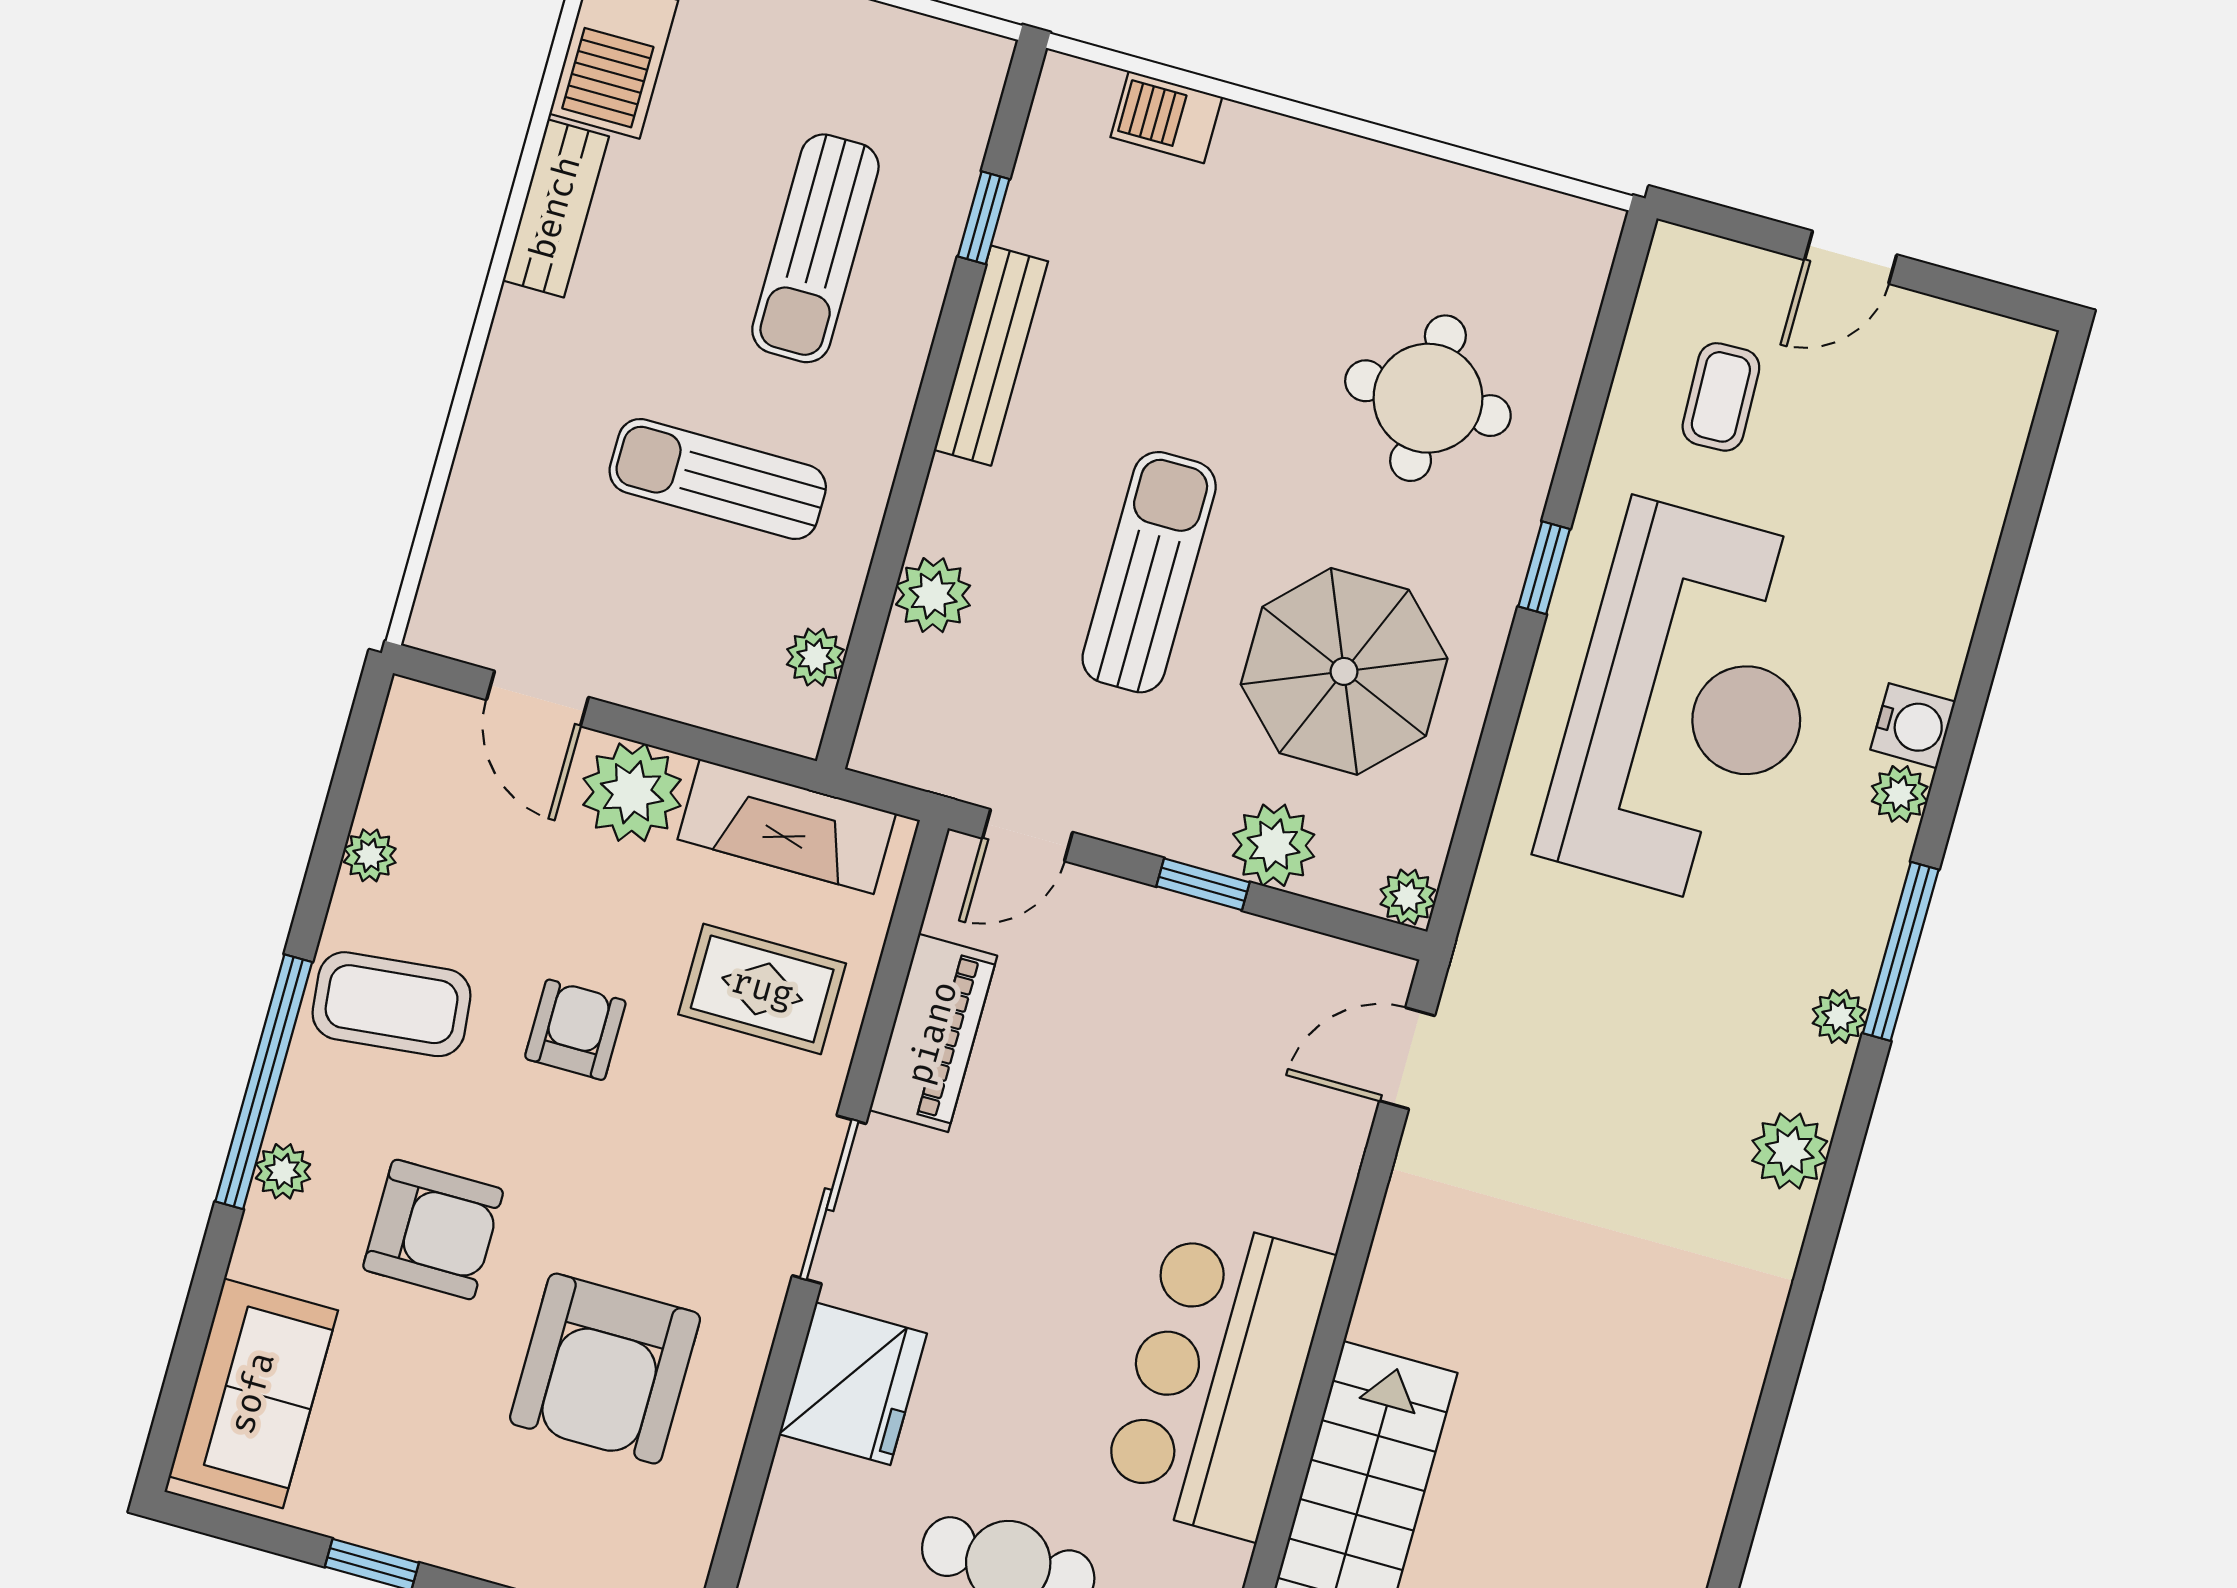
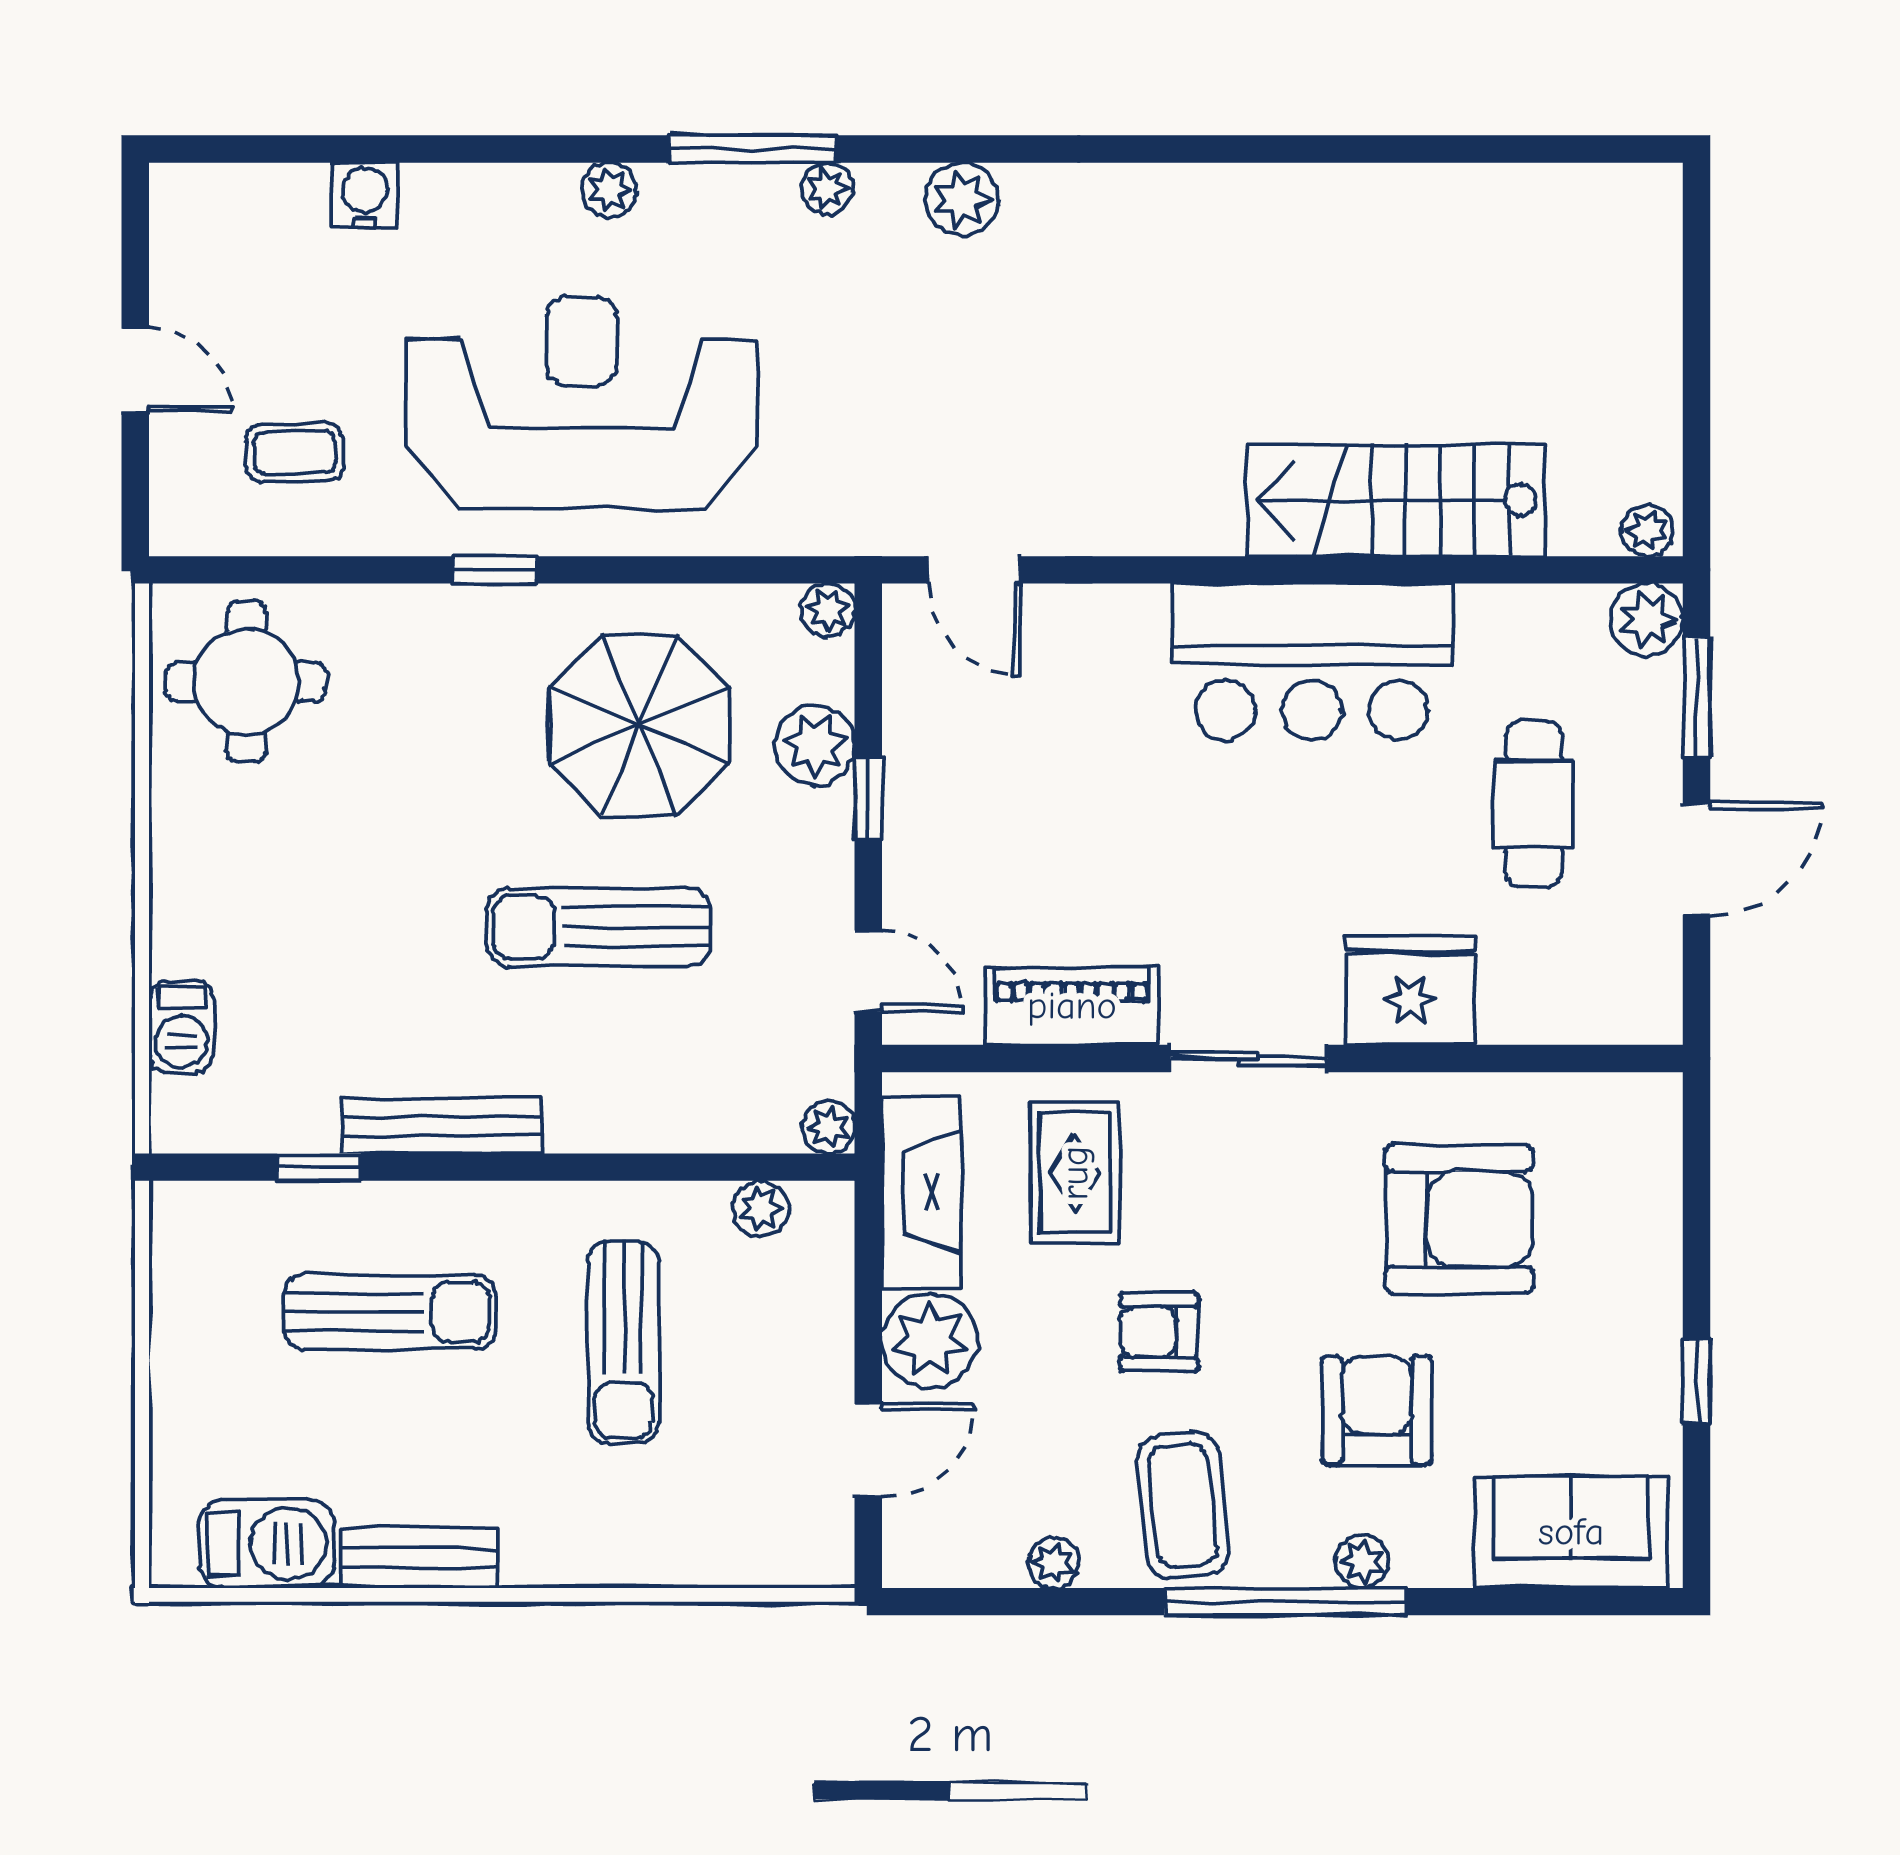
round table: (1428, 398) -> (246, 682), moved
plant: (933, 595) -> (828, 1127), moved, width x0.73, depth x0.73
water cooler: (1913, 726) -> (365, 195), moved

